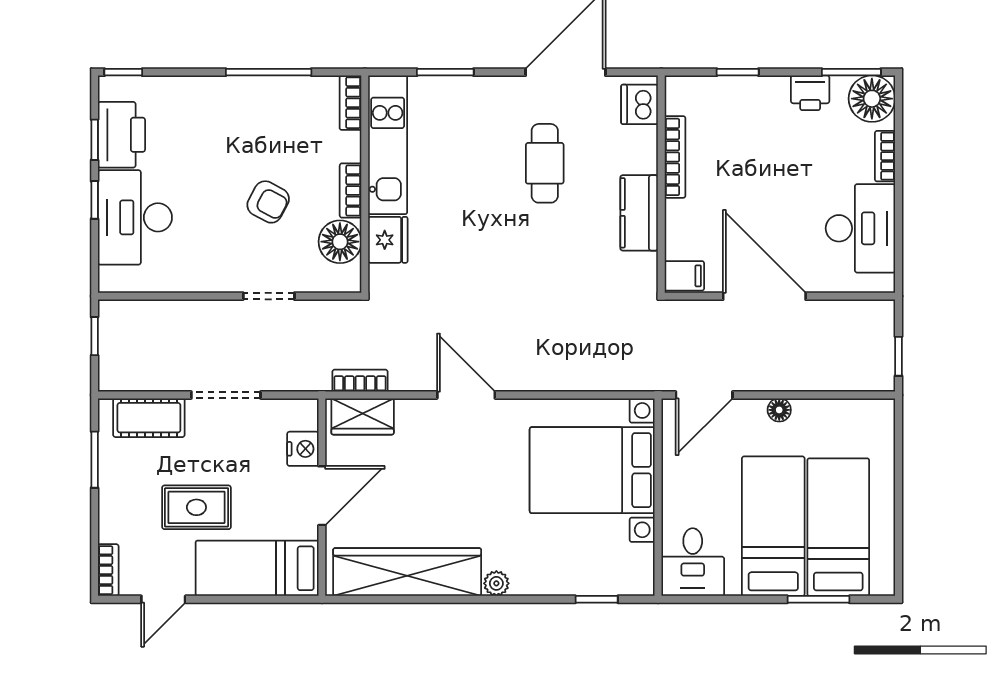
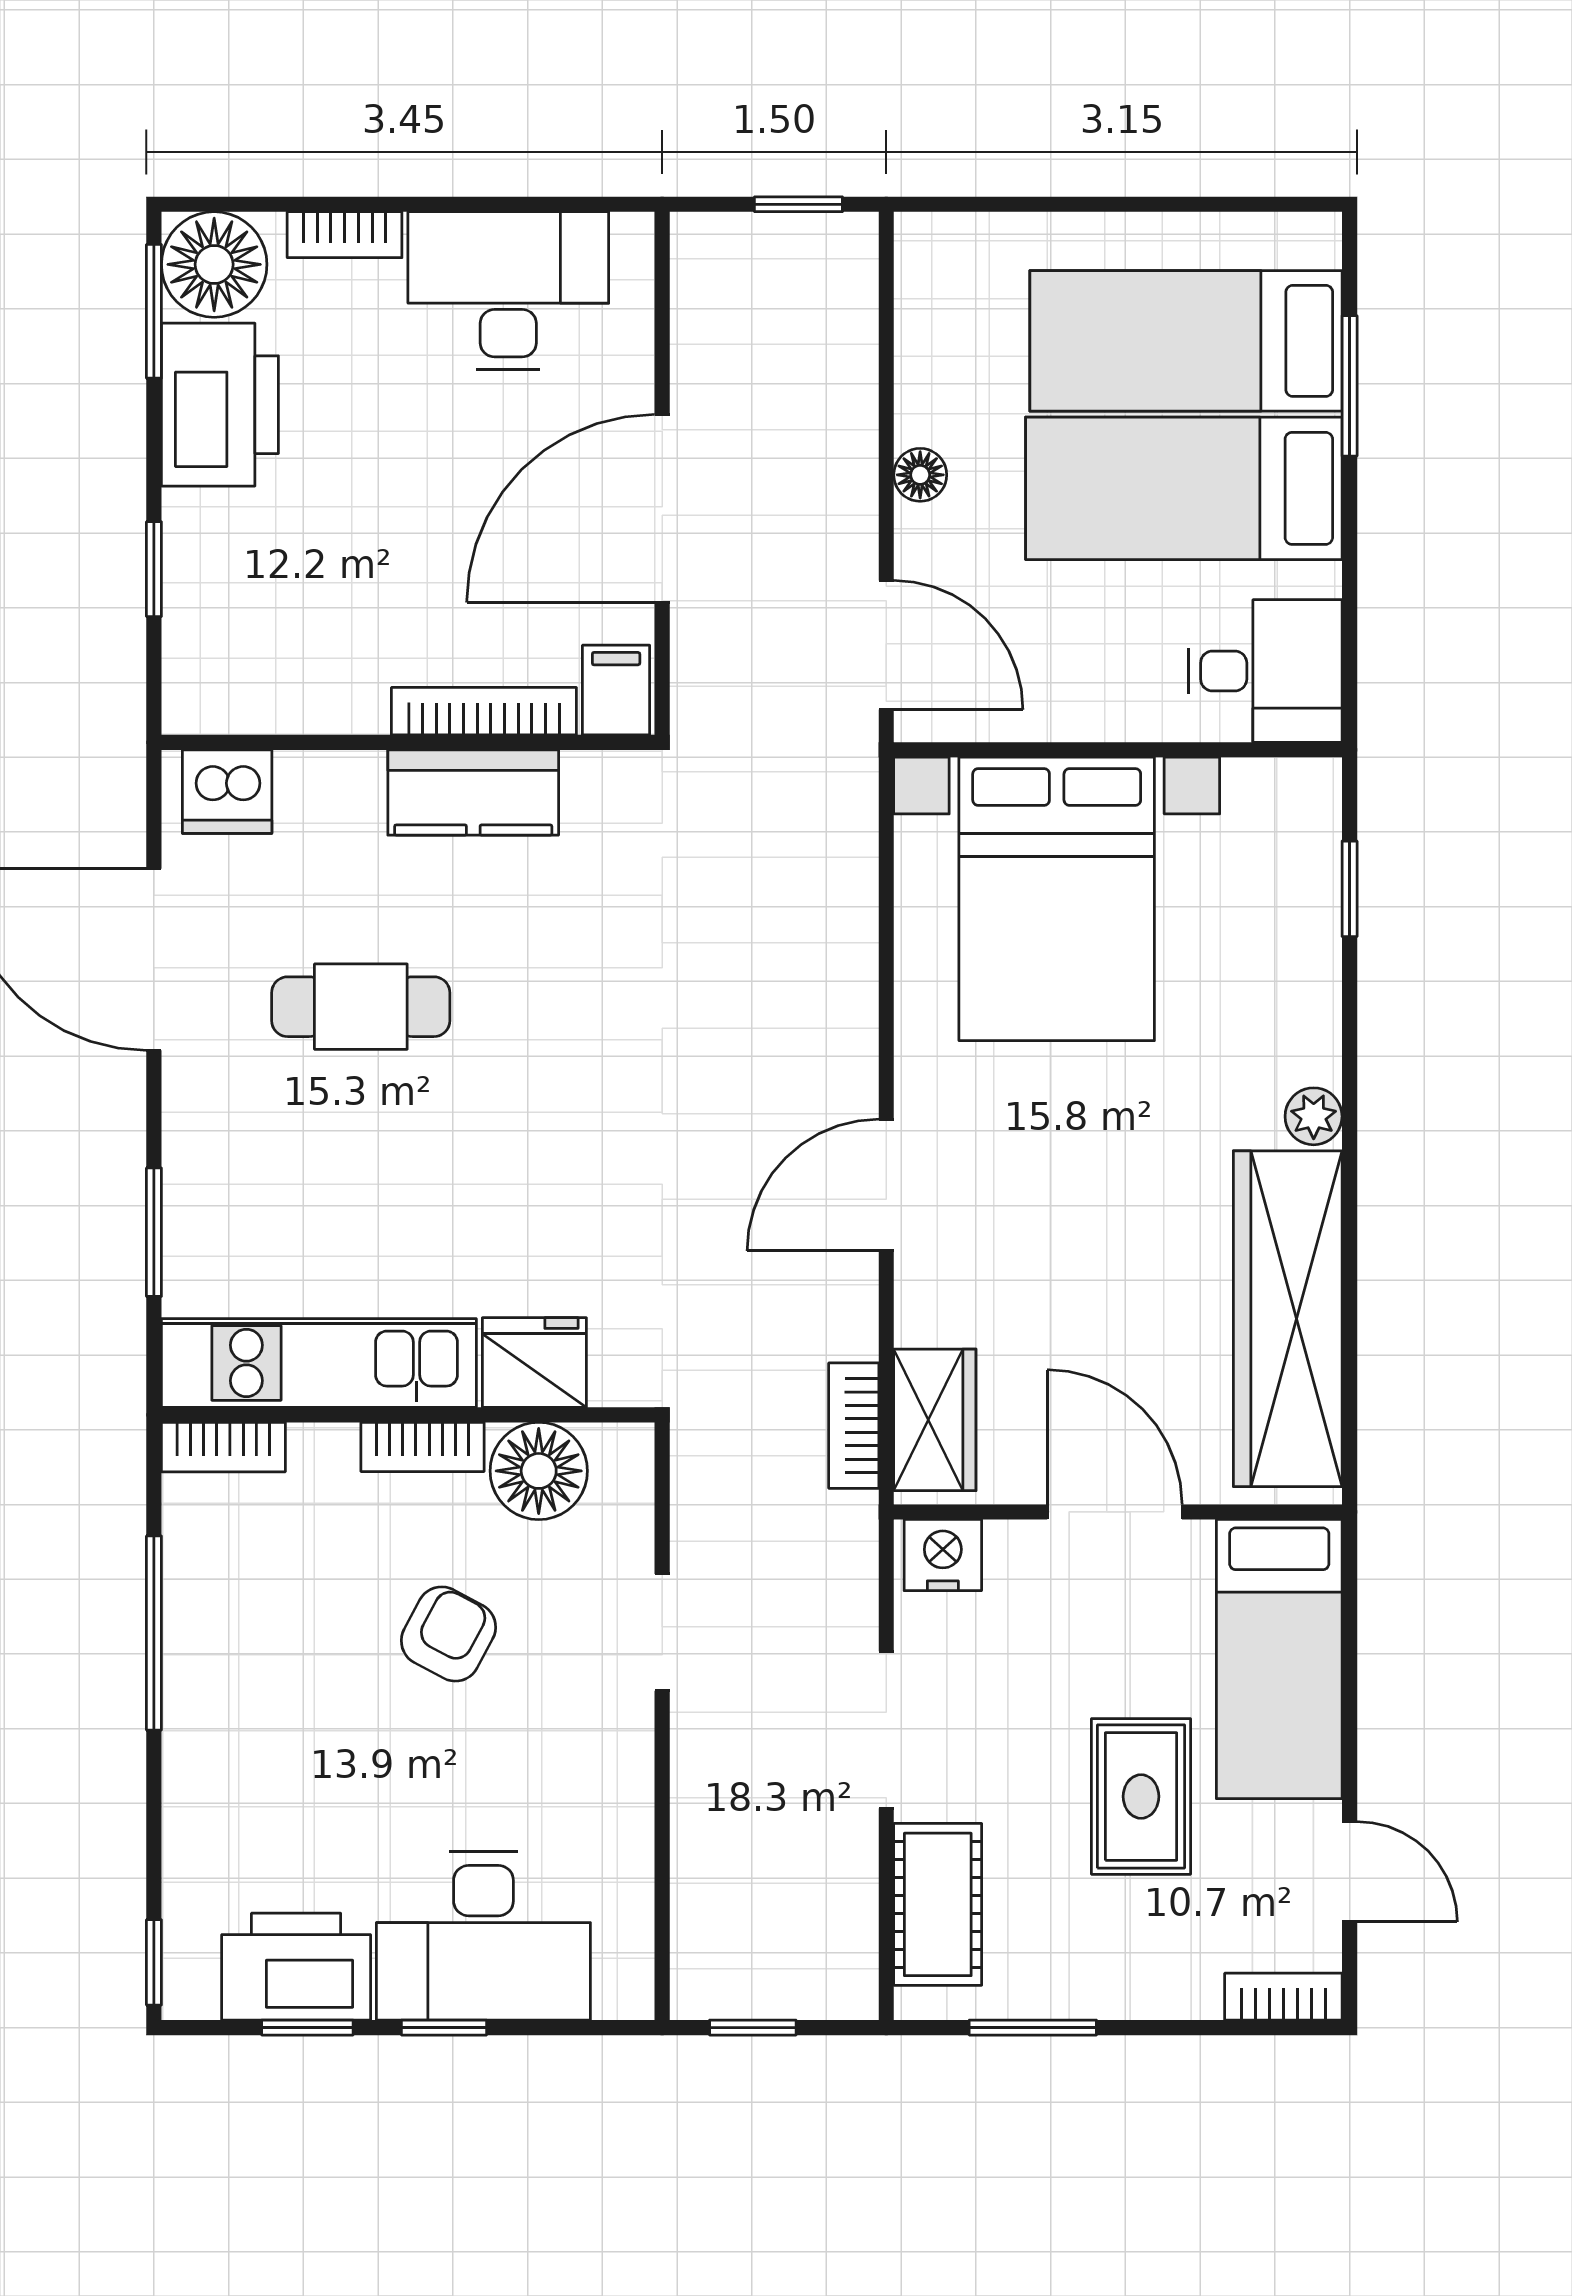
printer: (810, 93) -> (220, 405), width x1.87, depth x1.48
bookcase: (675, 157) -> (484, 711), moved
nightstand: (303, 449) -> (943, 1555), moved

